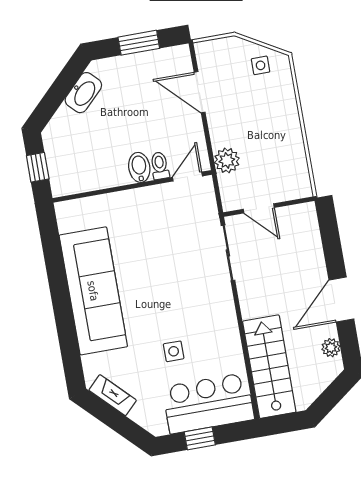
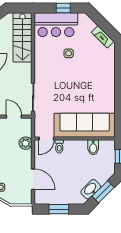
window: (58, 92) -> (103, 192), added
bidet: (139, 167) -> (93, 147), moved
sofa: (93, 291) -> (85, 125), moved, turned 90

